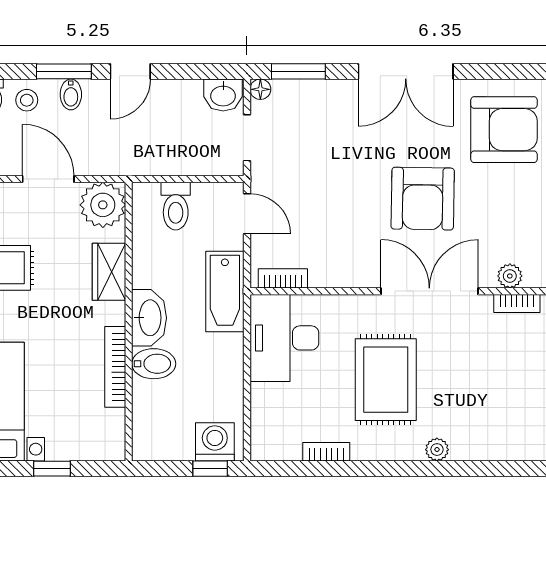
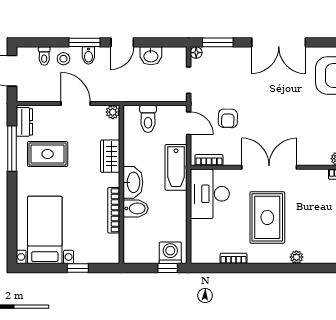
washbasin: (223, 95) -> (151, 56), moved
armchair: (423, 199) -> (228, 118), moved, width x0.53, depth x0.53
plant: (103, 205) -> (113, 112), width x0.53, depth x0.53
double door: (429, 291) -> (269, 167), moved

